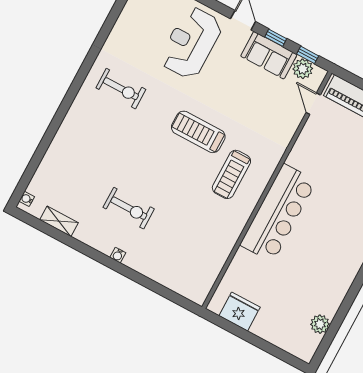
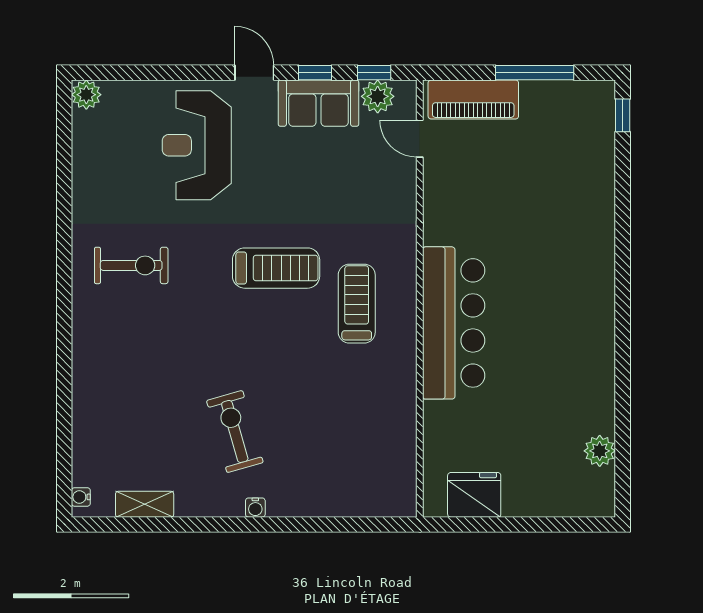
treadmill: (198, 132) -> (276, 268), turned 180
treadmill: (231, 174) -> (357, 304), turned 180
exercise bike: (129, 208) -> (235, 431), turned -106

